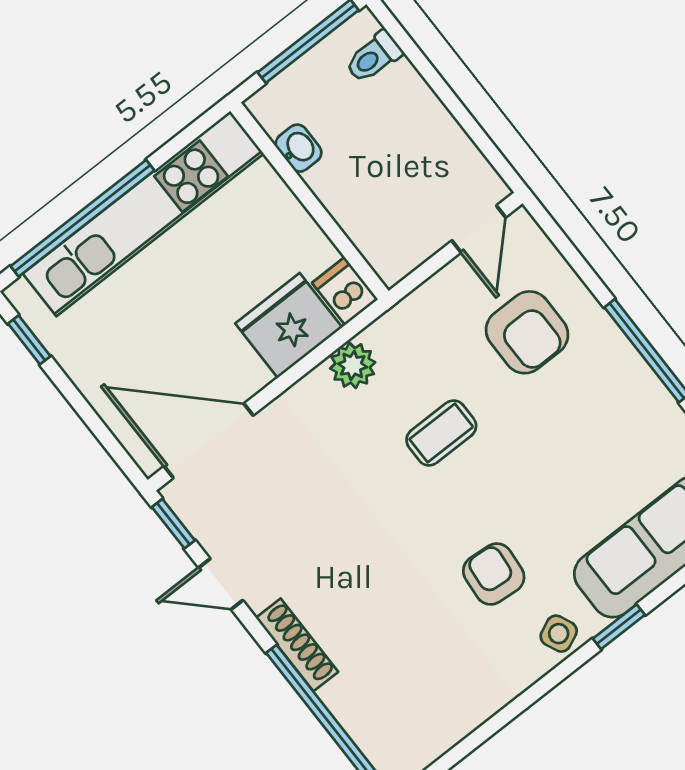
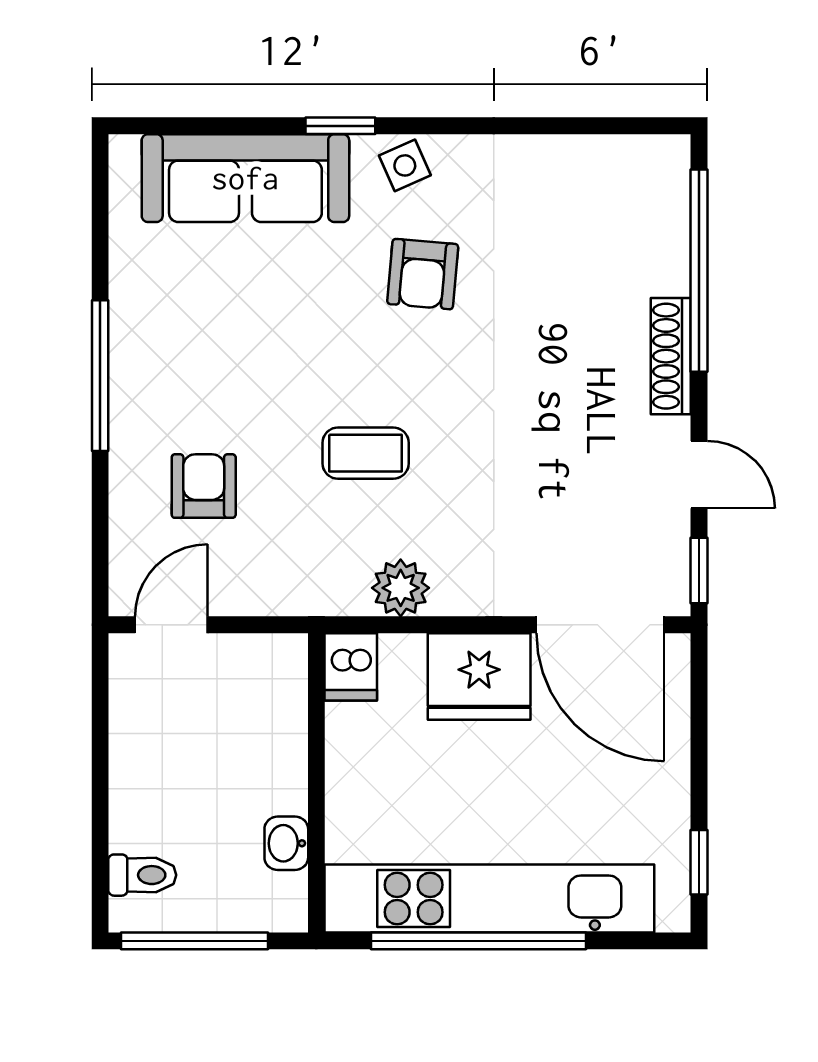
window: (82, 218) -> (479, 941), moved
fridge: (289, 325) -> (479, 677), moved
armchair: (527, 332) -> (204, 486), width x0.72, depth x0.72

